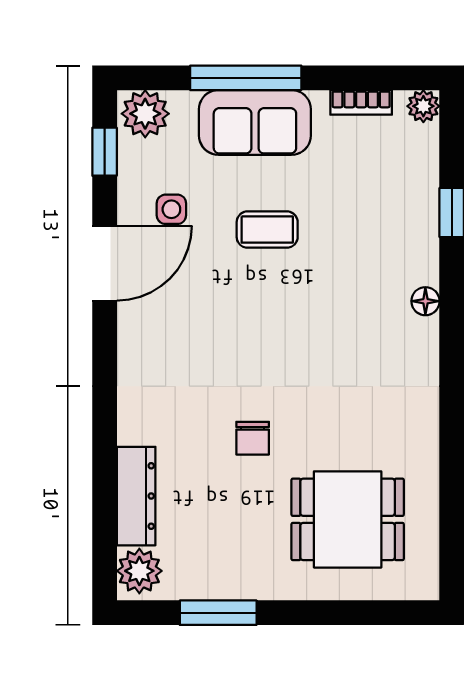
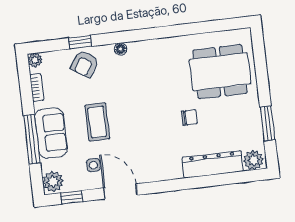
armchair: (402, 217) -> (85, 64), added
coffee table: (267, 230) -> (97, 122), width x1.36, depth x1.30
dresser: (136, 496) -> (213, 164), width x1.37, depth x1.24
dining table: (348, 519) -> (220, 72), width x1.38

